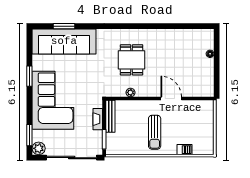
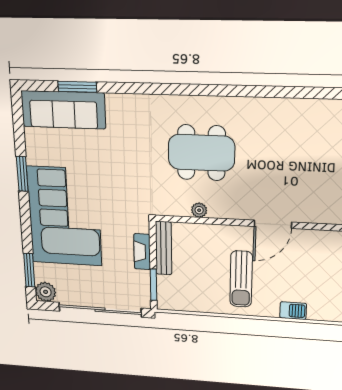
sofa: (64, 41) -> (63, 110), width x0.74, depth x0.79
dining table: (132, 60) -> (201, 153), width x1.38
door: (171, 99) -> (273, 224), swing flipped

